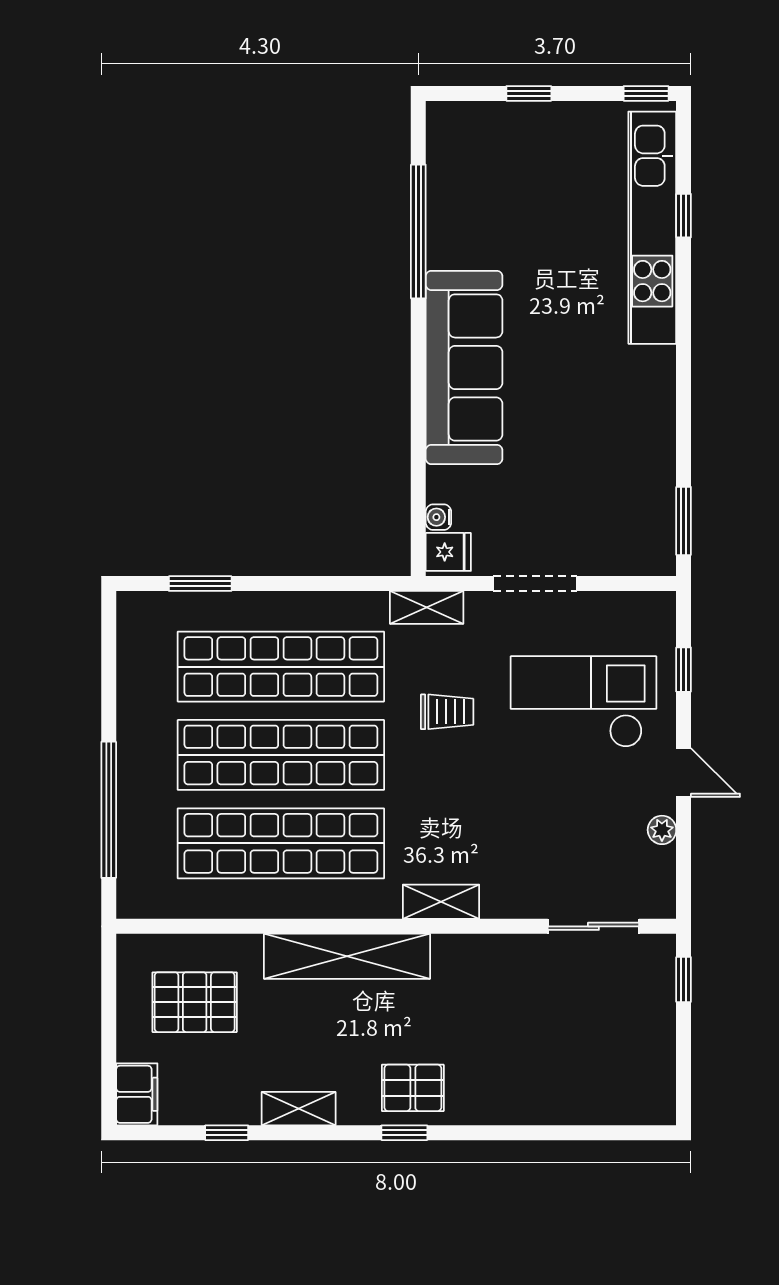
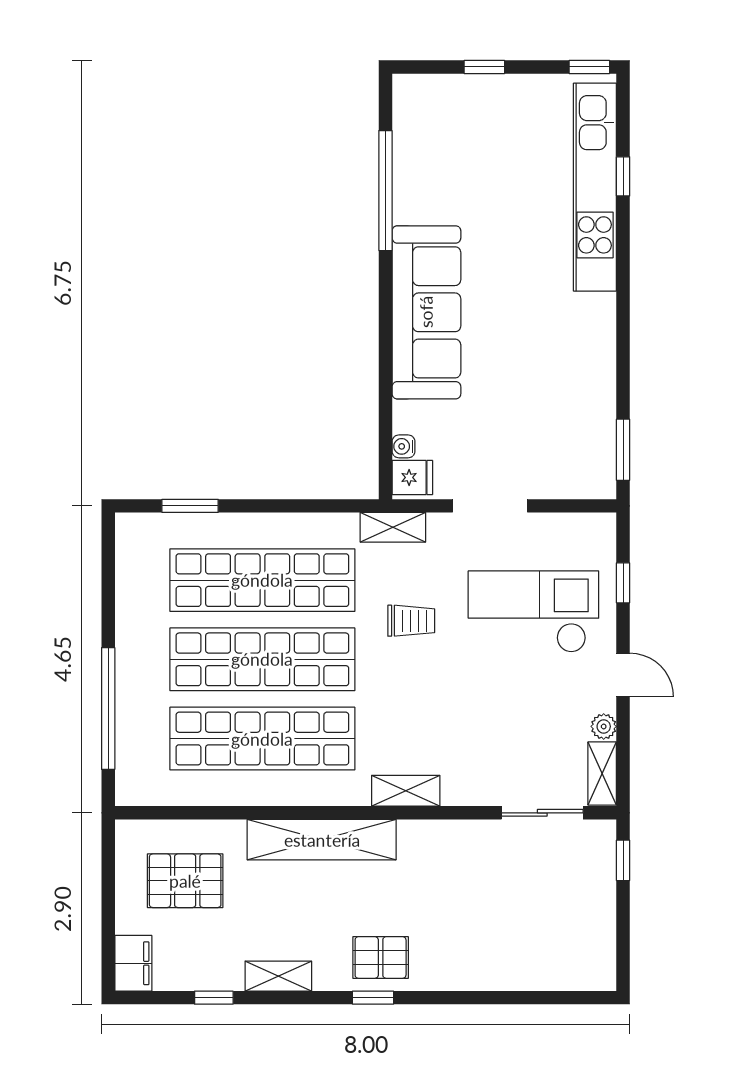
shelving: (660, 882) -> (602, 774), added

